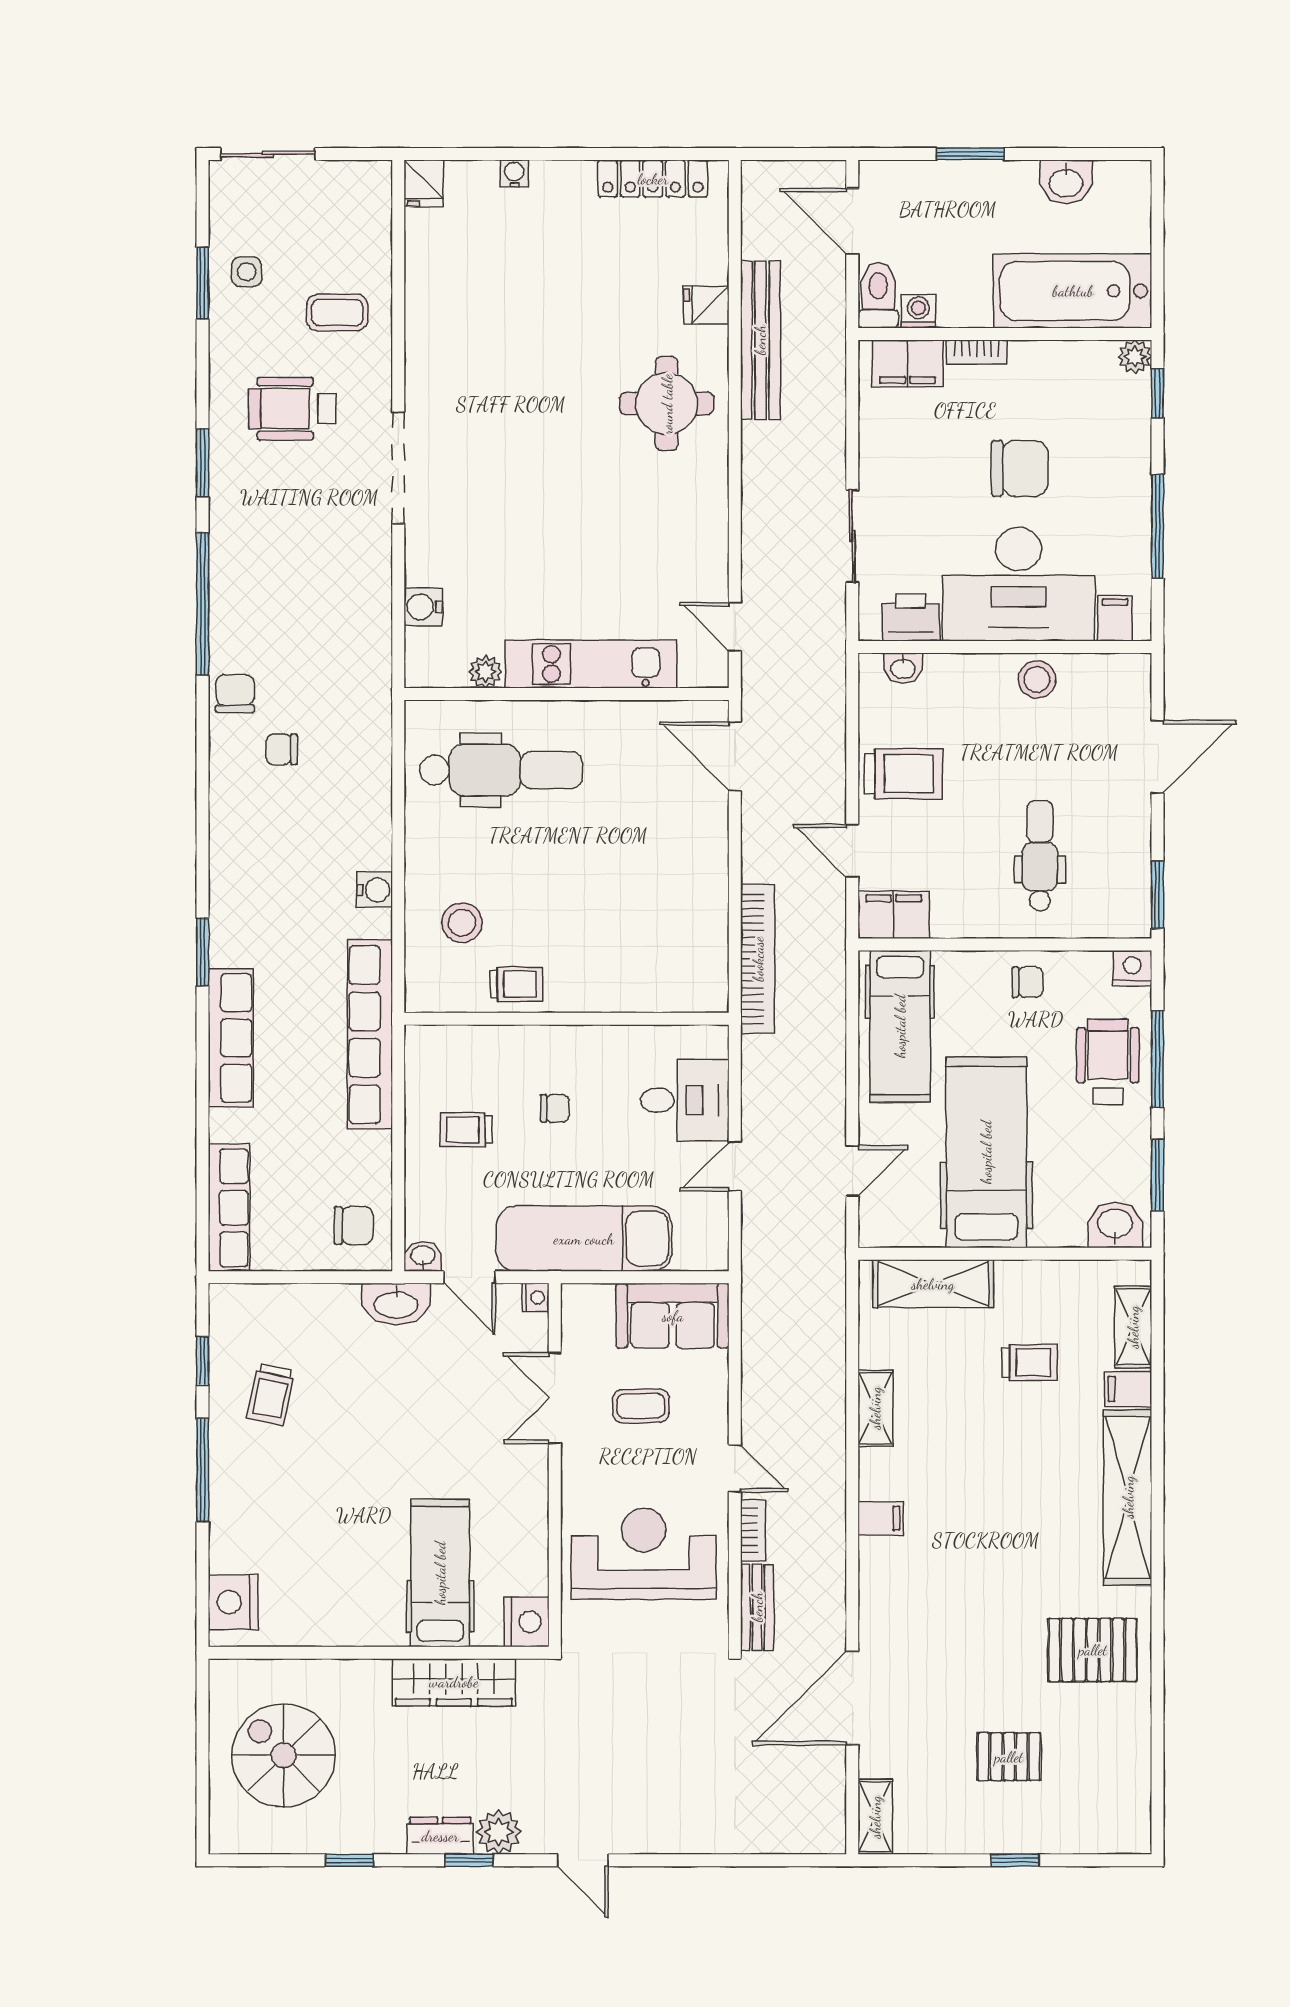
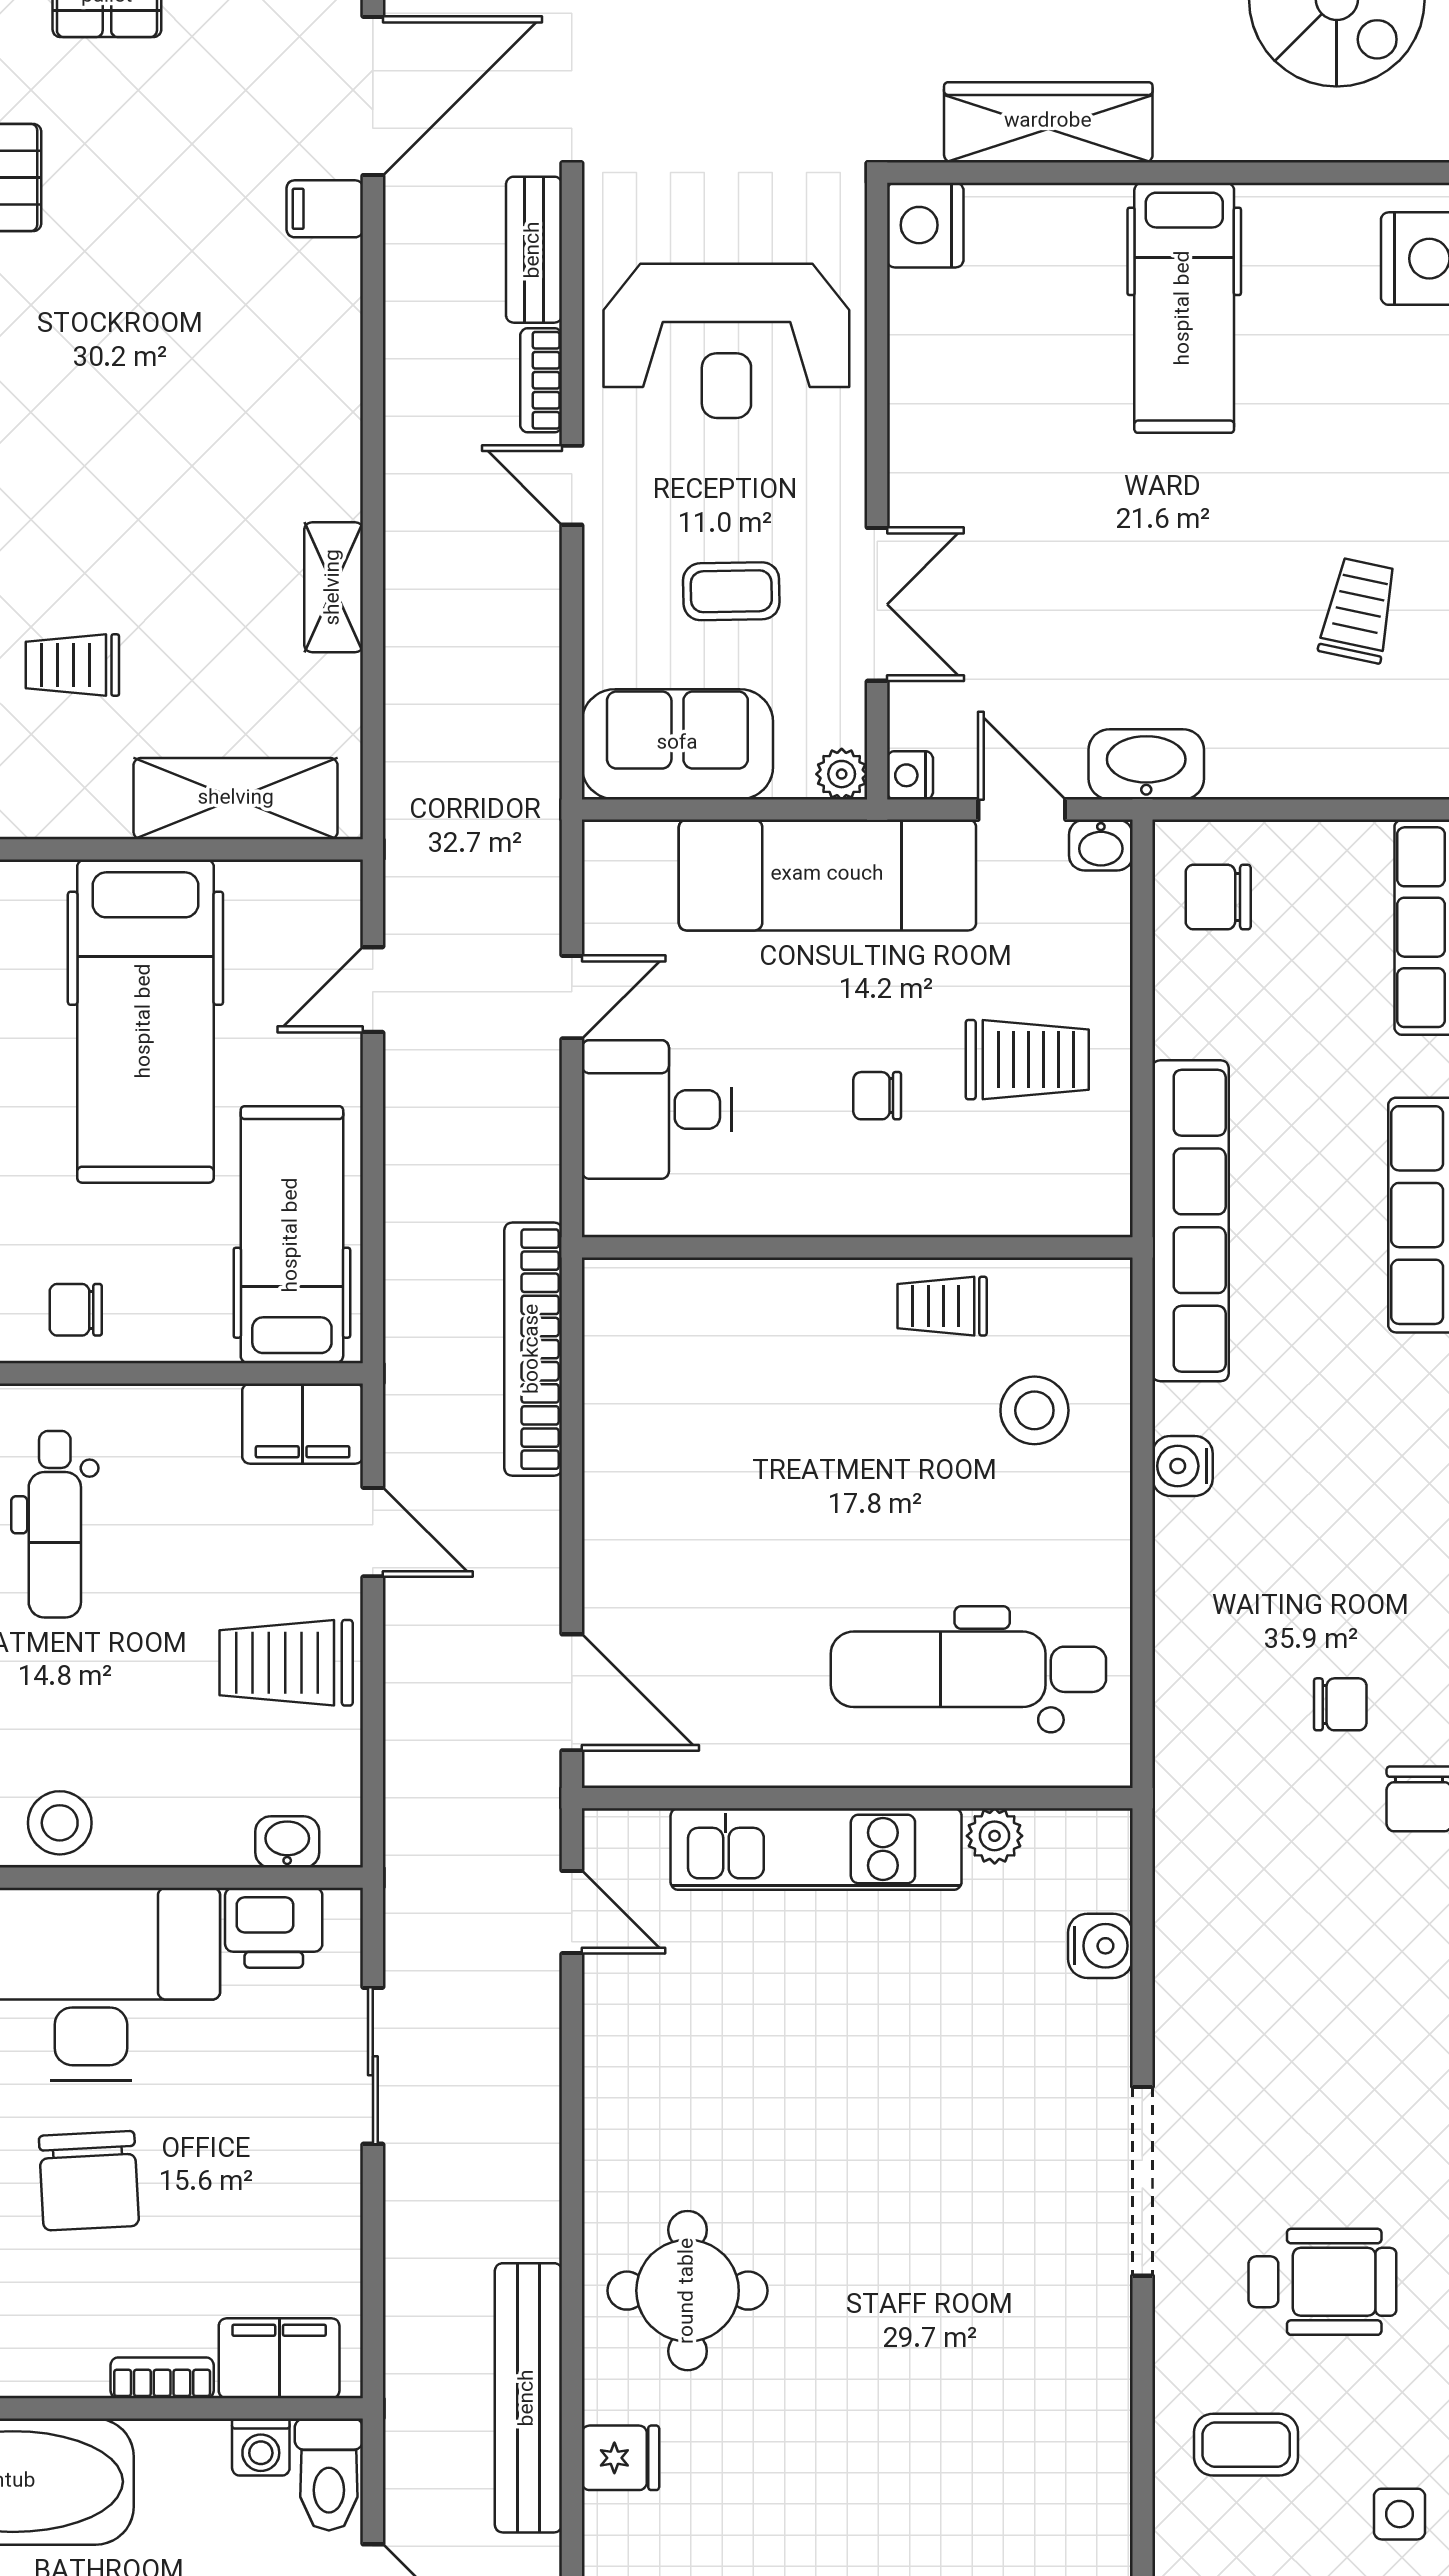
chair: (1020, 468) -> (89, 2181), turned -93
trolley: (466, 1130) -> (1027, 1060), width x1.36, depth x1.39
plant: (576, 1298) -> (842, 774), added
filing cabinet: (881, 1518) -> (325, 209), moved
hospital bed: (440, 1573) -> (1184, 308), moved

